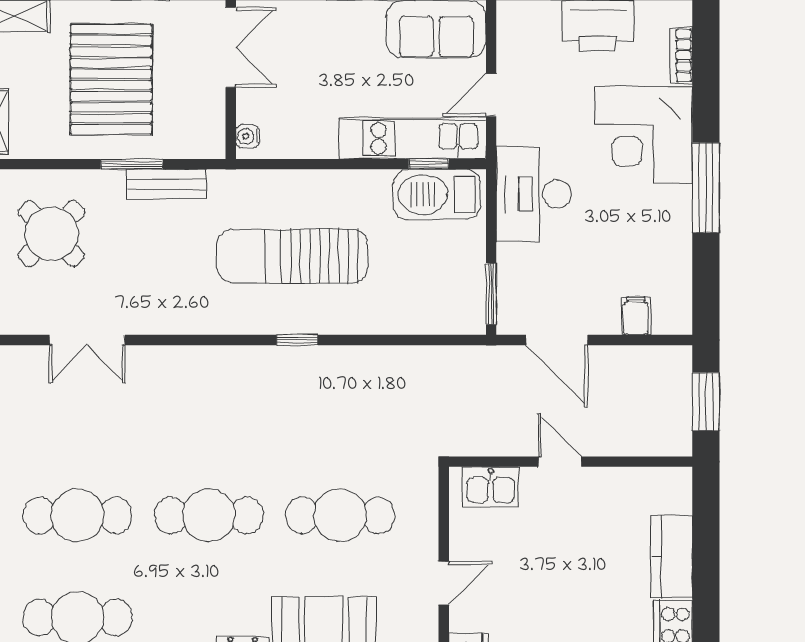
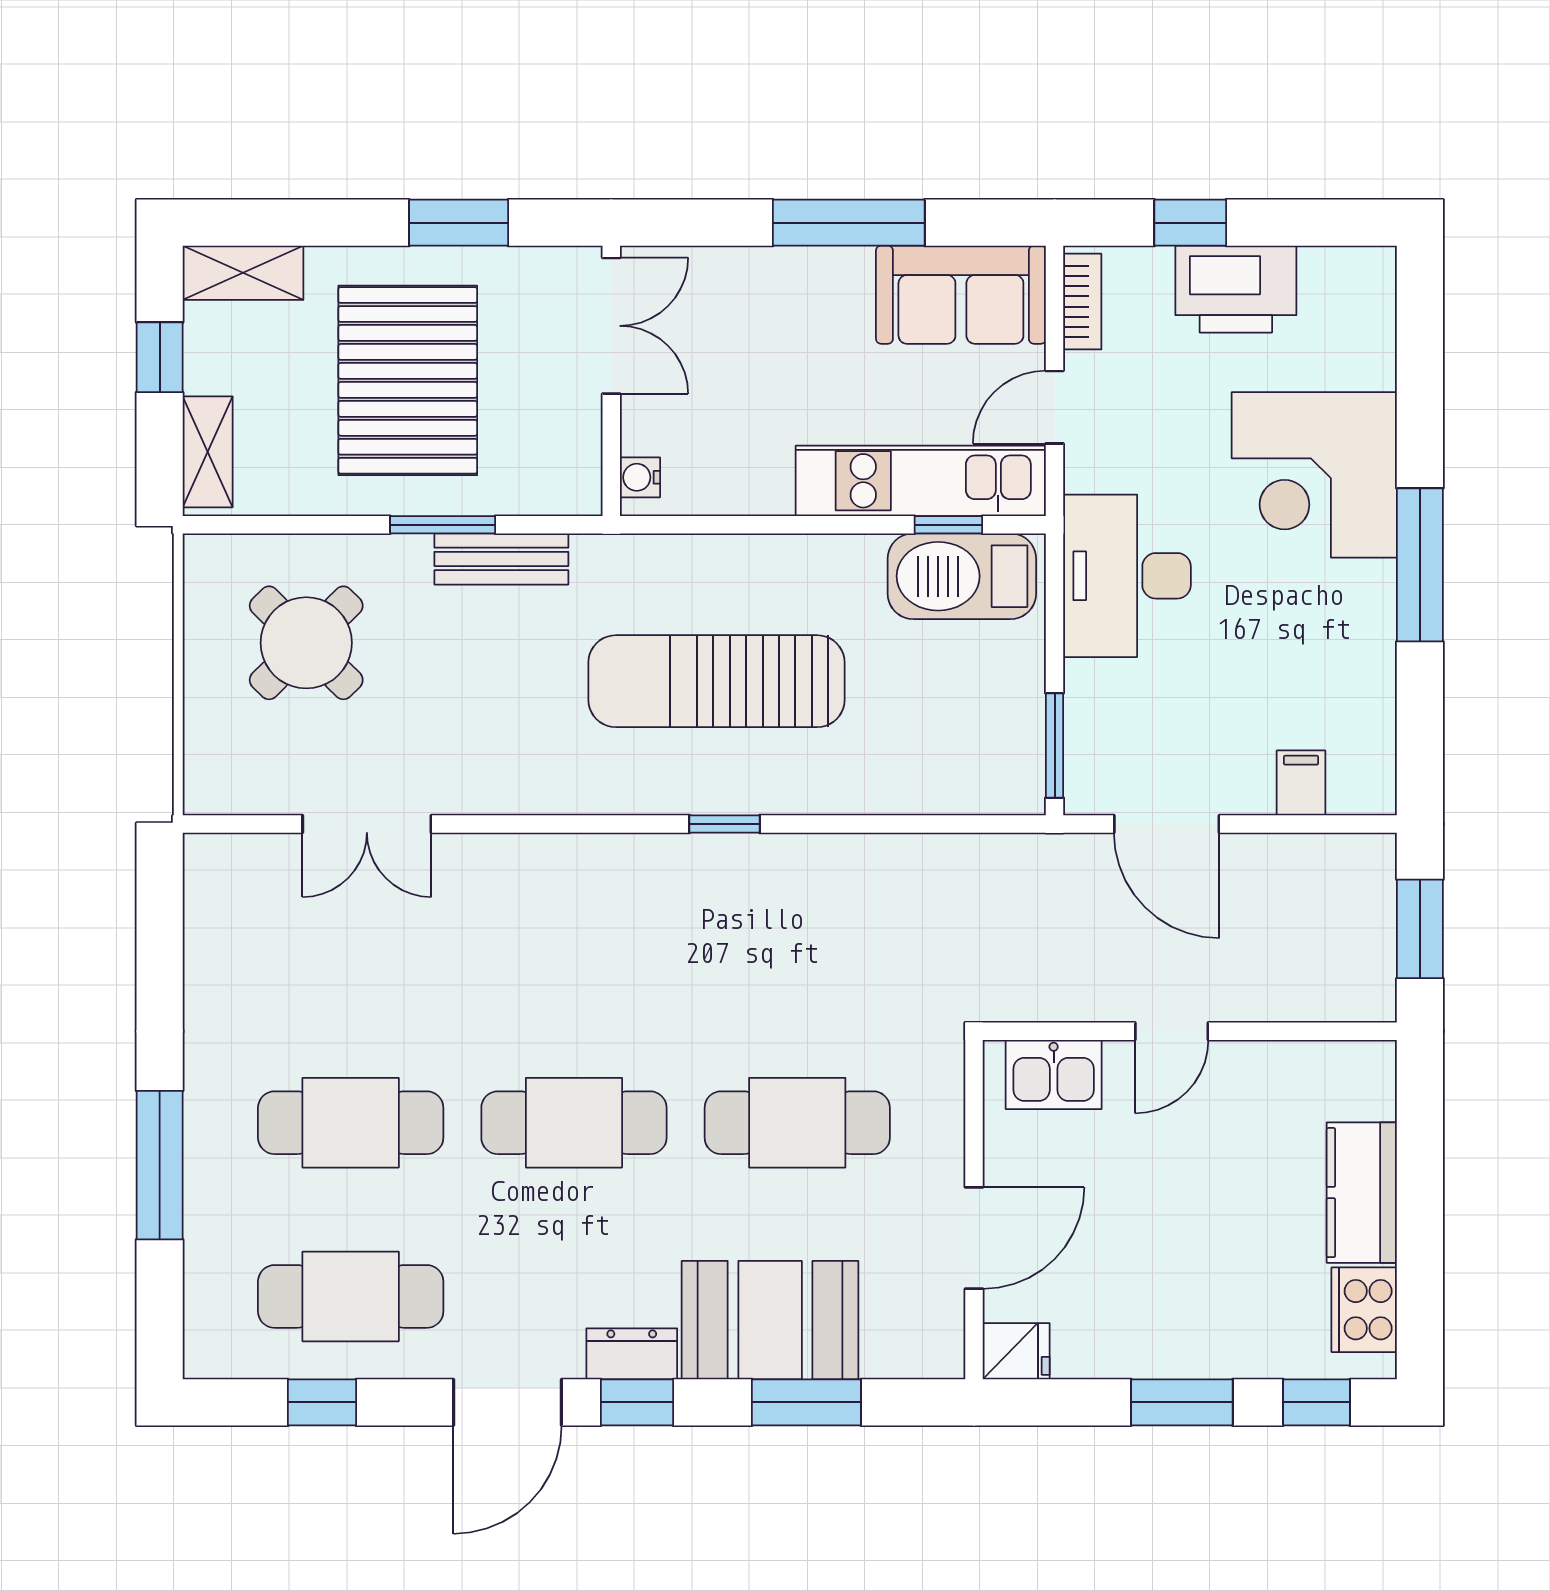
bookcase: (681, 55) -> (1082, 302), moved, turned 180
door: (560, 462) -> (1172, 1031), swing flipped
door: (444, 583) -> (974, 1238), width x1.38

